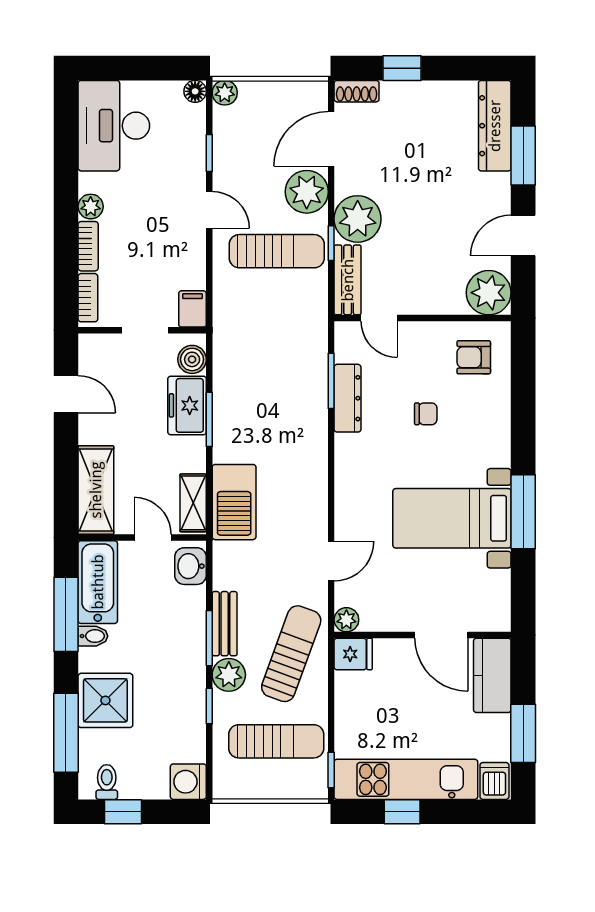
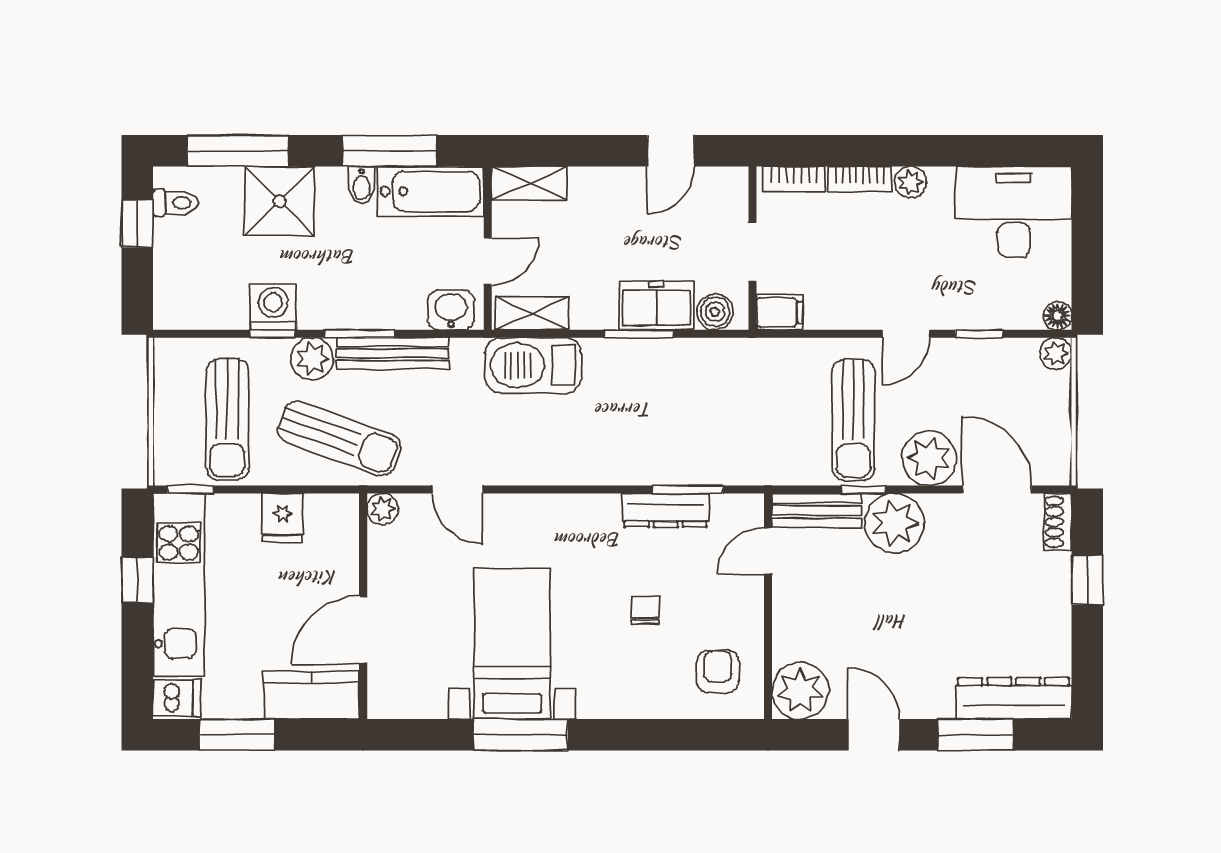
chair: (426, 414) -> (646, 610), turned 180
shelving: (96, 490) -> (529, 183), width x0.67, depth x0.75
bench: (225, 624) -> (393, 353), width x1.36
fridge: (353, 654) -> (283, 518), moved
washing machine: (188, 782) -> (273, 307), moved

